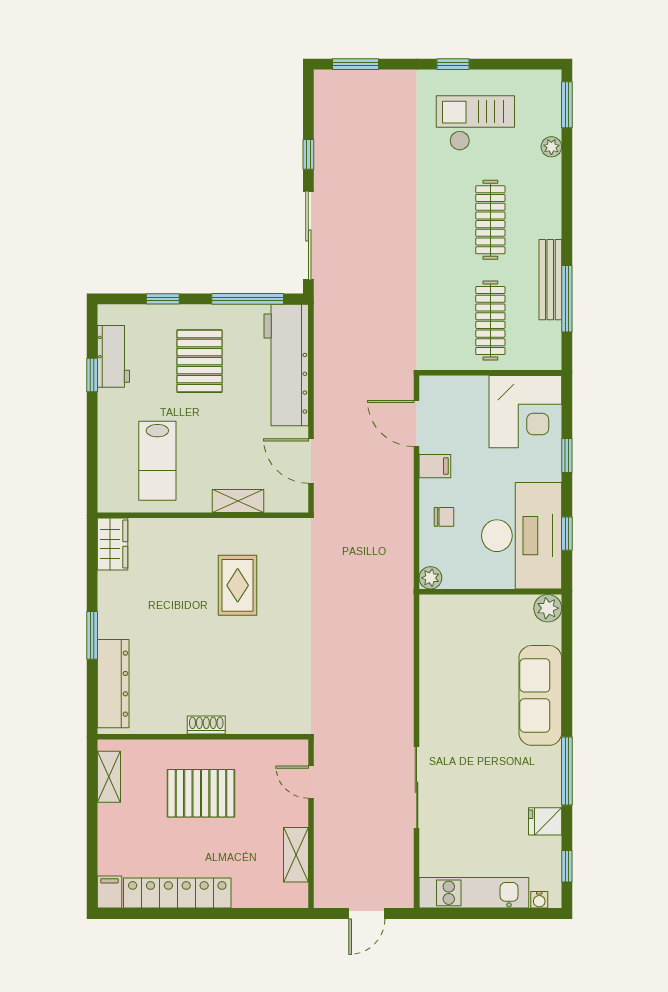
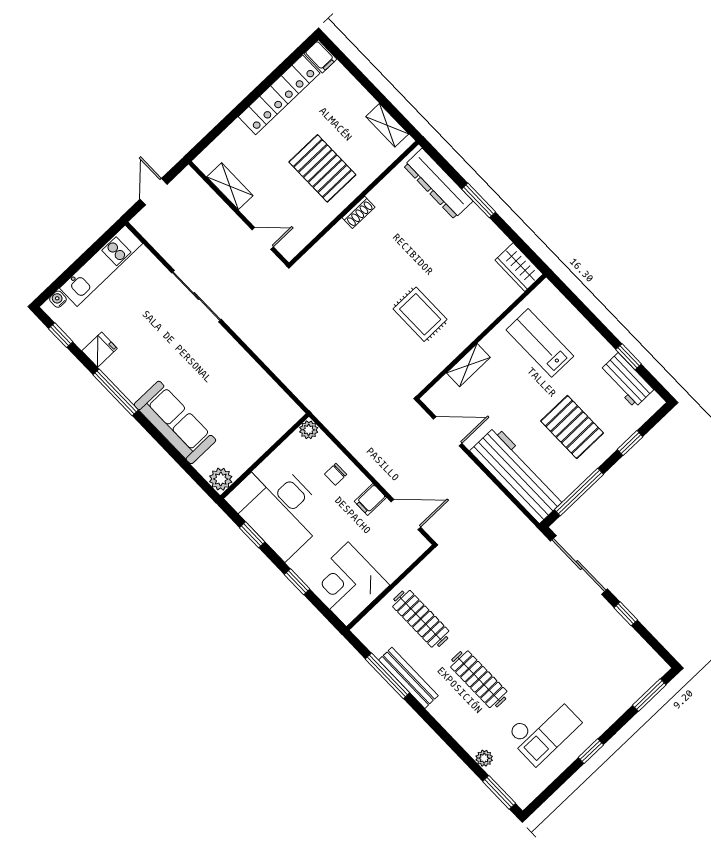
pallet: (201, 793) -> (322, 168), turned 90

